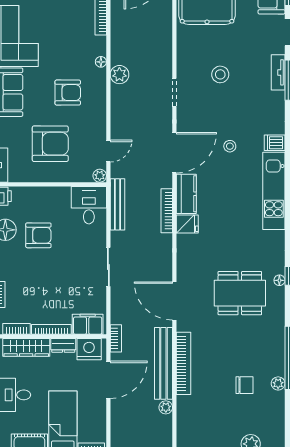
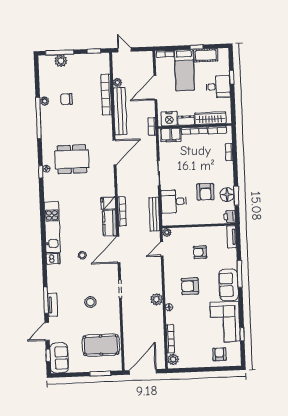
armchair: (50, 144) -> (200, 252), width x0.53, depth x0.53
desk: (89, 205) -> (174, 202), moved, turned 90
armchair: (38, 235) -> (205, 192), turned -90
door: (174, 301) -> (115, 152), hinge flipped
bookcase: (183, 363) -> (106, 95), moved
door: (108, 380) -> (155, 88), moved

